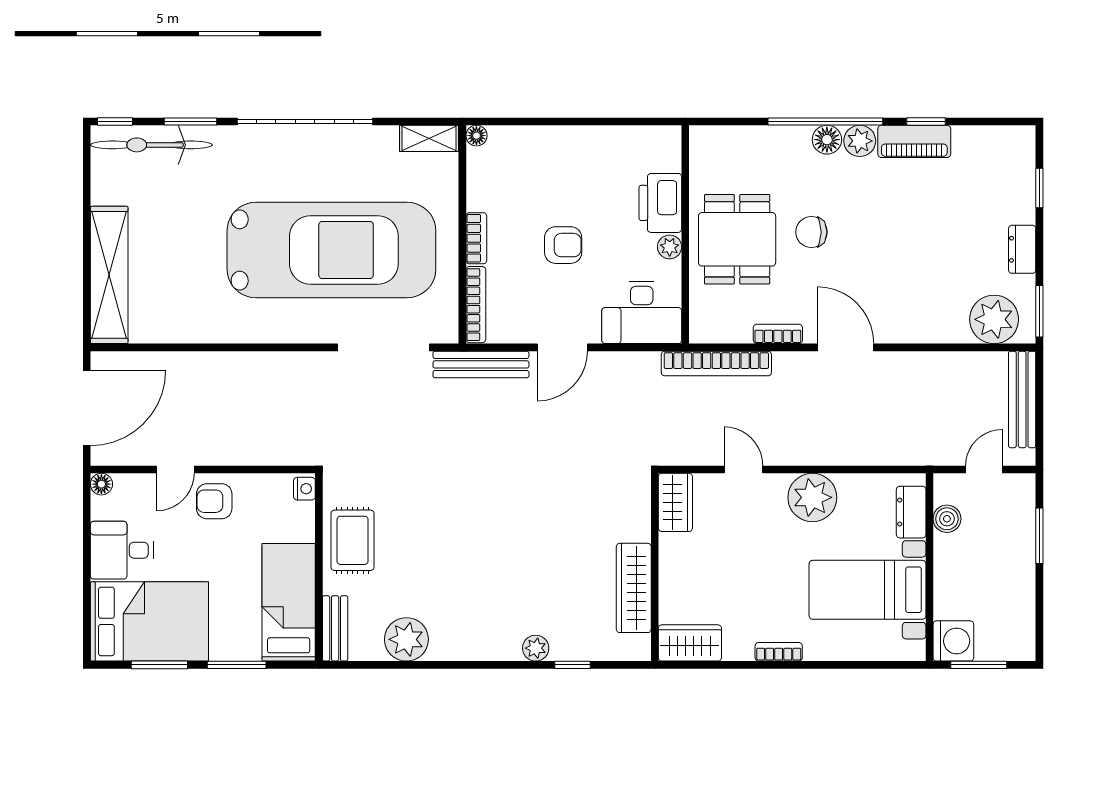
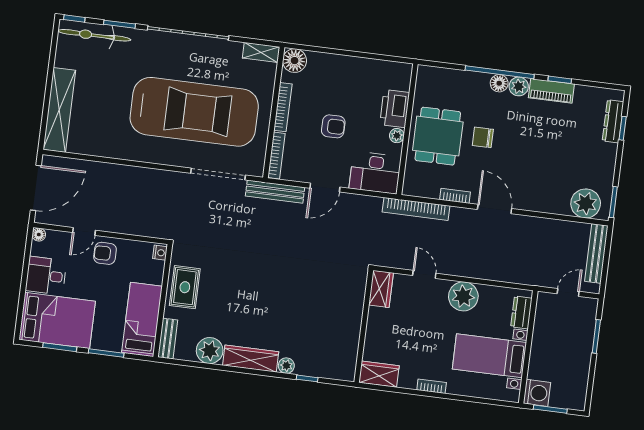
floor lamp: (476, 136) -> (295, 61), width x1.89, depth x1.89
bookcase: (476, 238) -> (283, 107), width x1.56
dresser: (1022, 249) -> (613, 121), moved, width x1.44
boiler: (947, 519) -> (542, 319), removed
wardrobe: (634, 588) -> (251, 359), moved, turned 90

